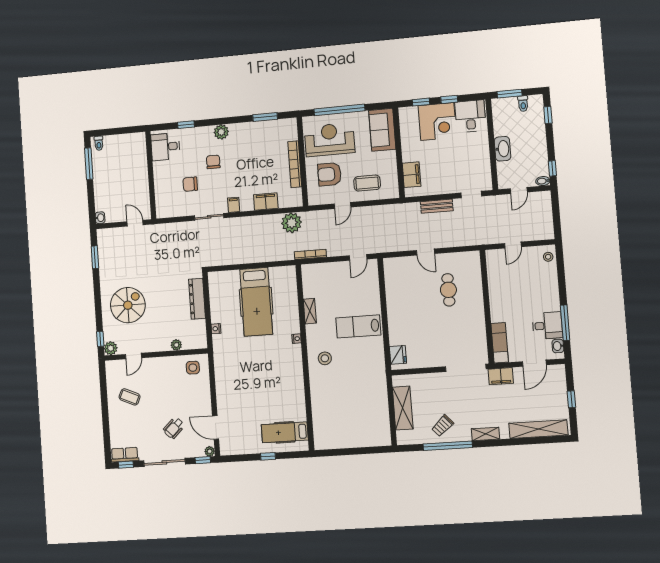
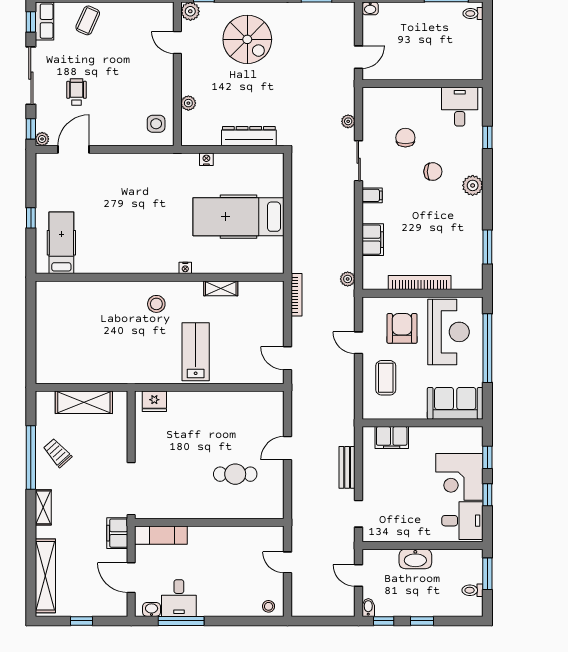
window: (548, 115) -> (422, 621), moved
plant: (292, 223) -> (348, 279), width x0.53, depth x0.53
plant: (181, 227) -> (348, 121), added
coffee table: (130, 397) -> (88, 20), moved
wheelchair: (174, 428) -> (77, 92), turned 44

